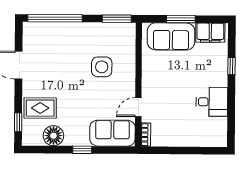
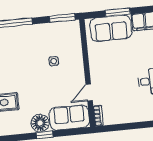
side table: (102, 67) -> (54, 61), width x0.54, depth x0.54
floor lamp: (53, 136) -> (40, 123), moved

